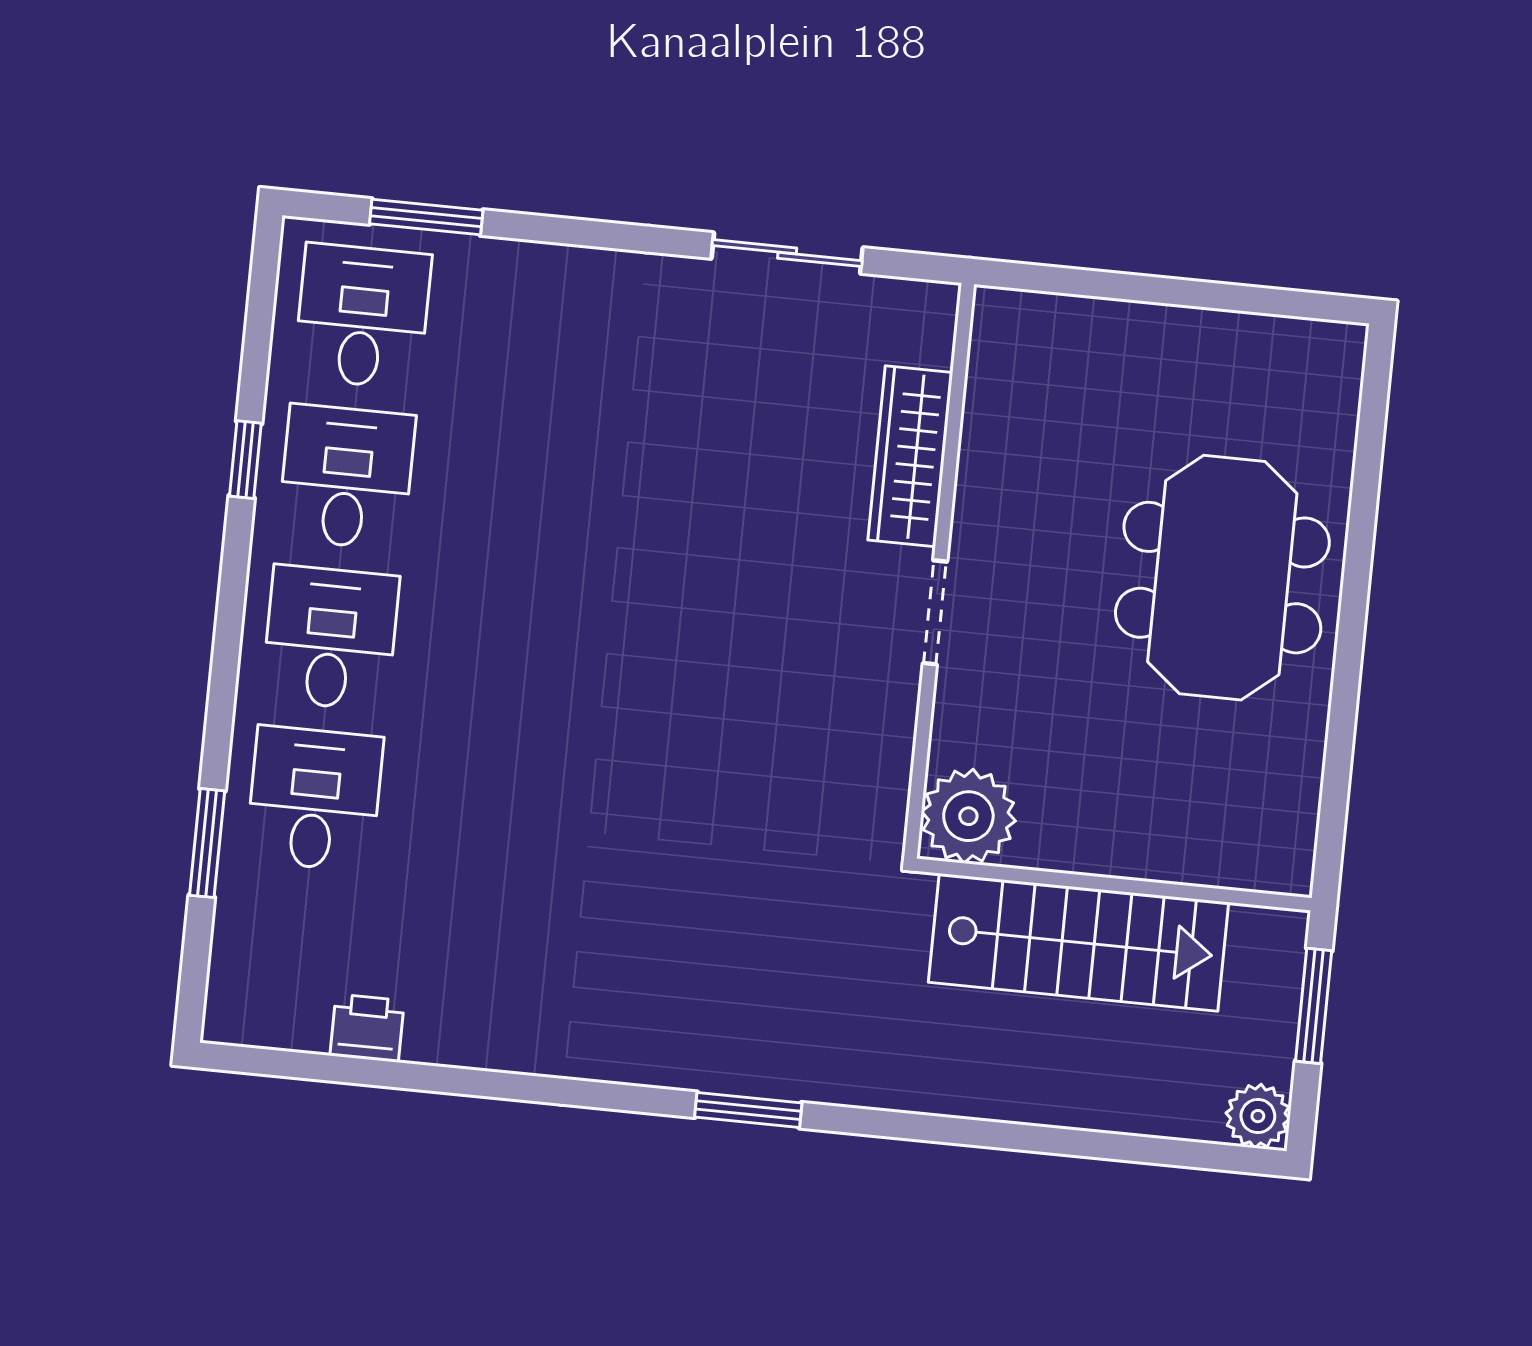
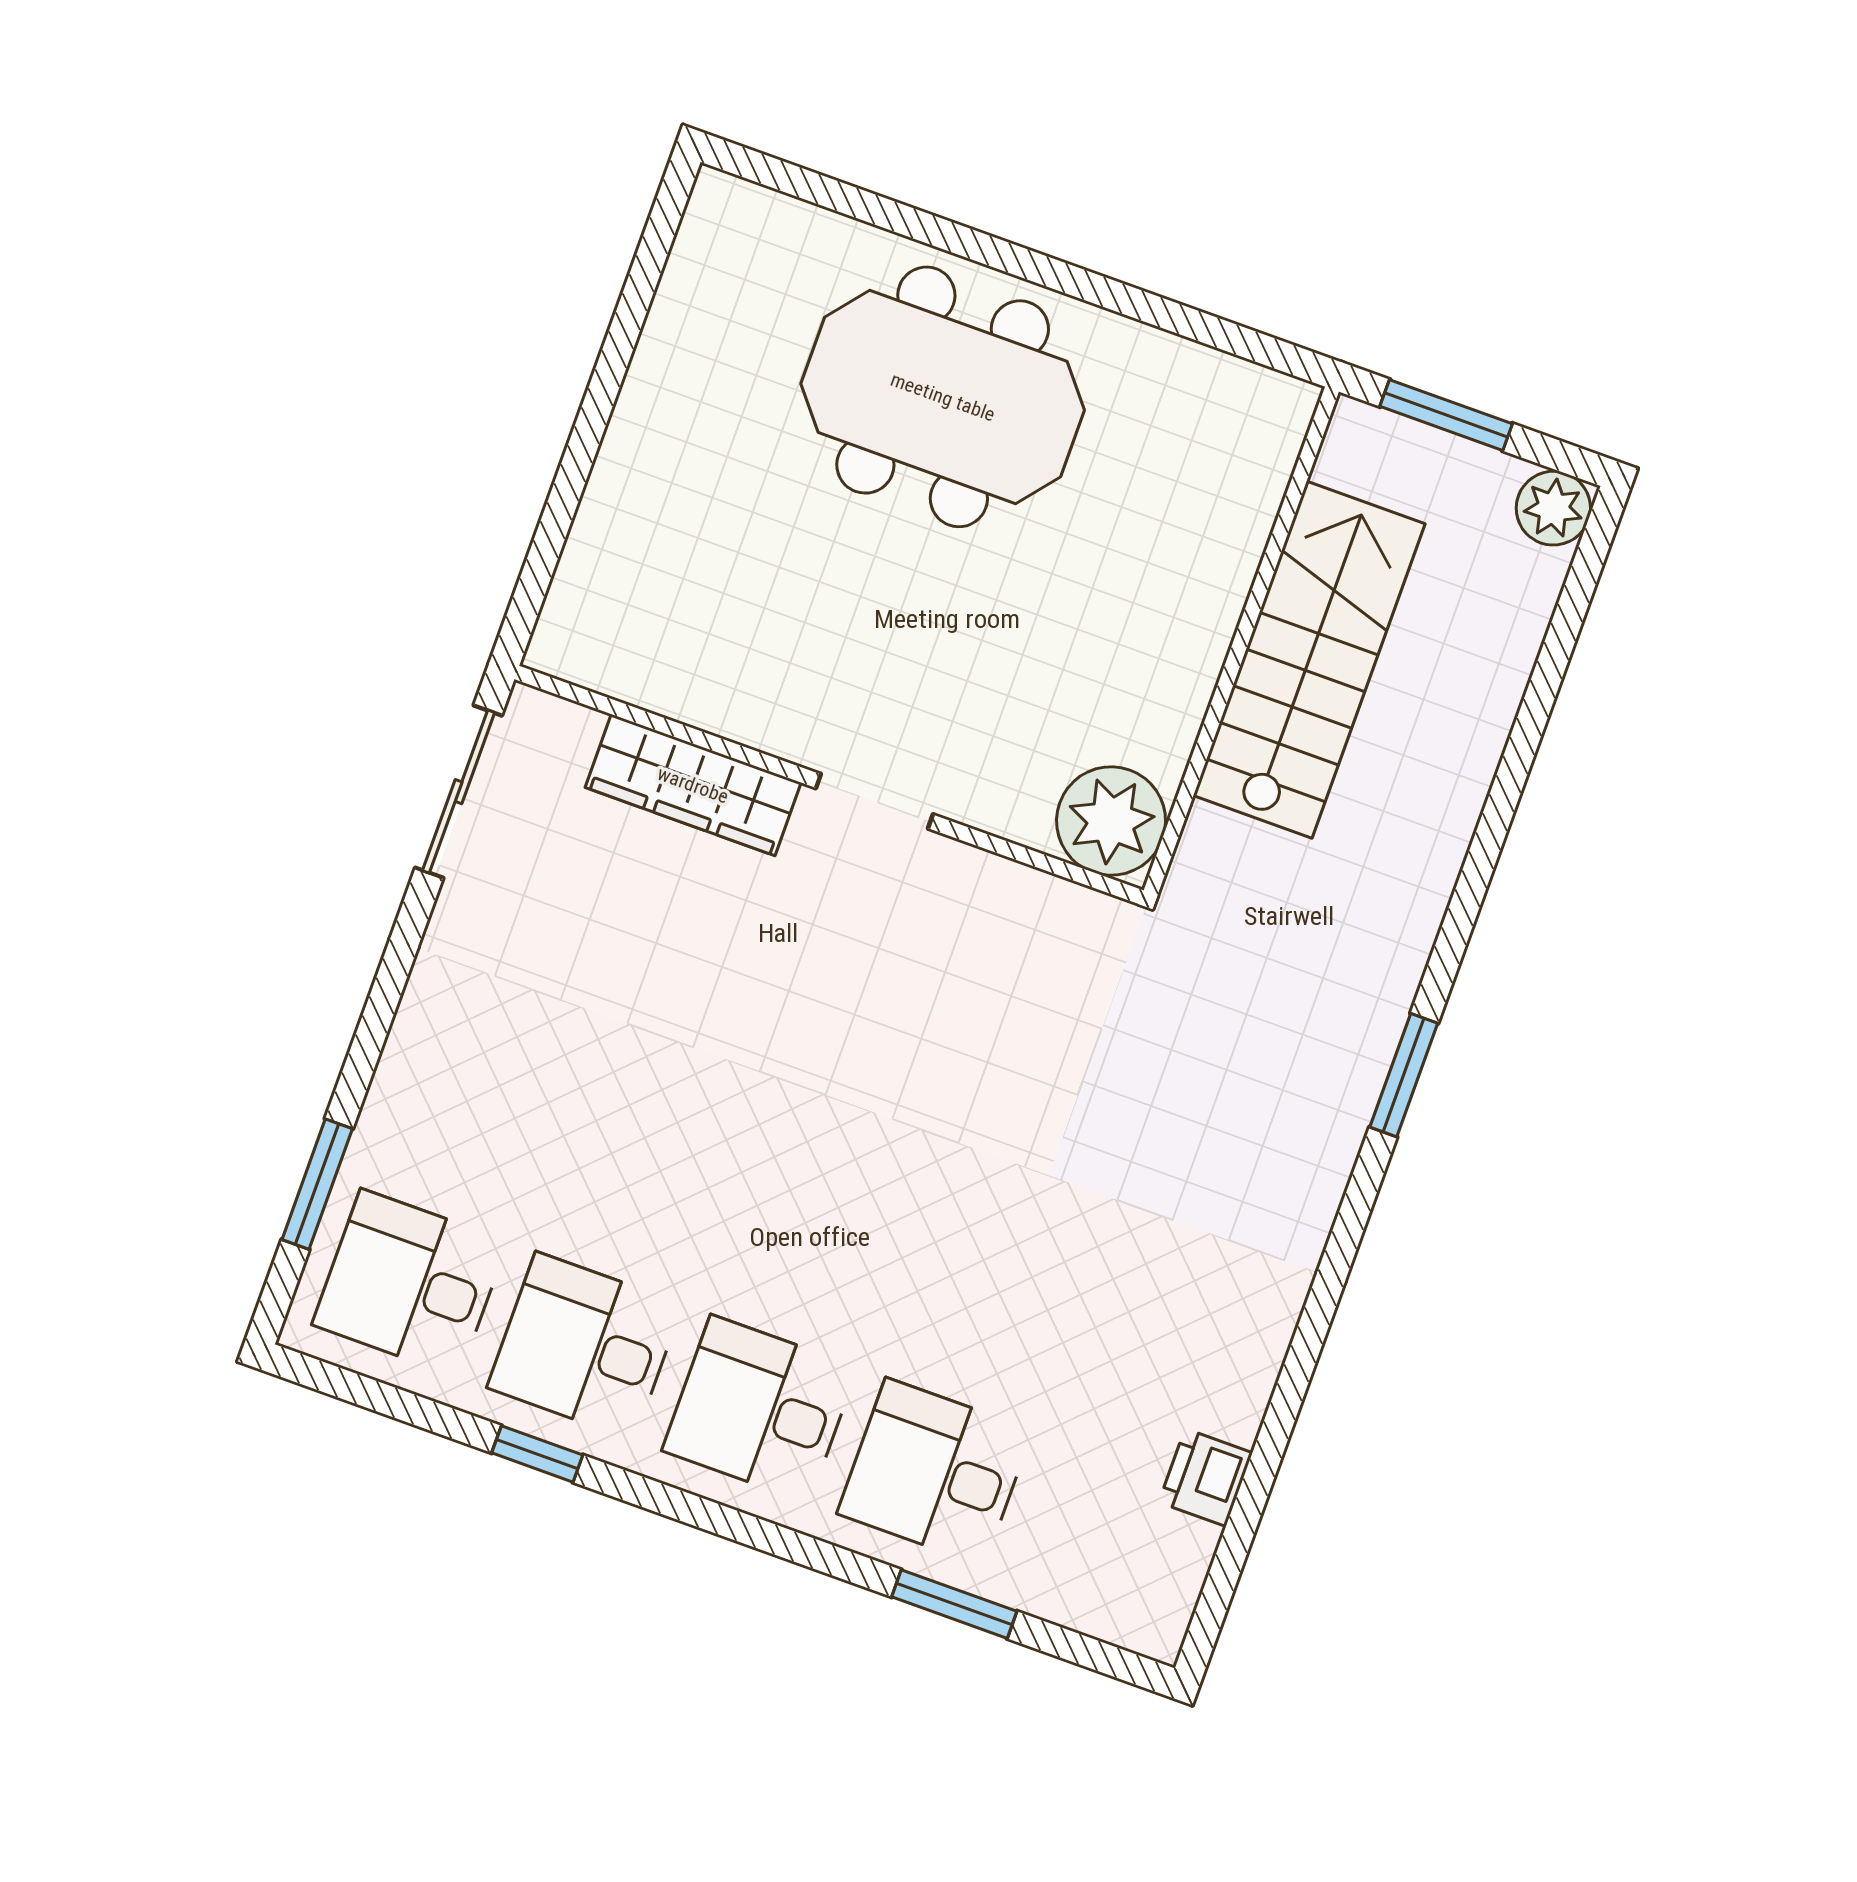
wardrobe: (910, 456) -> (693, 785), moved
wall: (939, 571) -> (829, 785), moved
doorway: (935, 612) -> (874, 801), moved
plant: (968, 816) -> (1111, 821), moved

